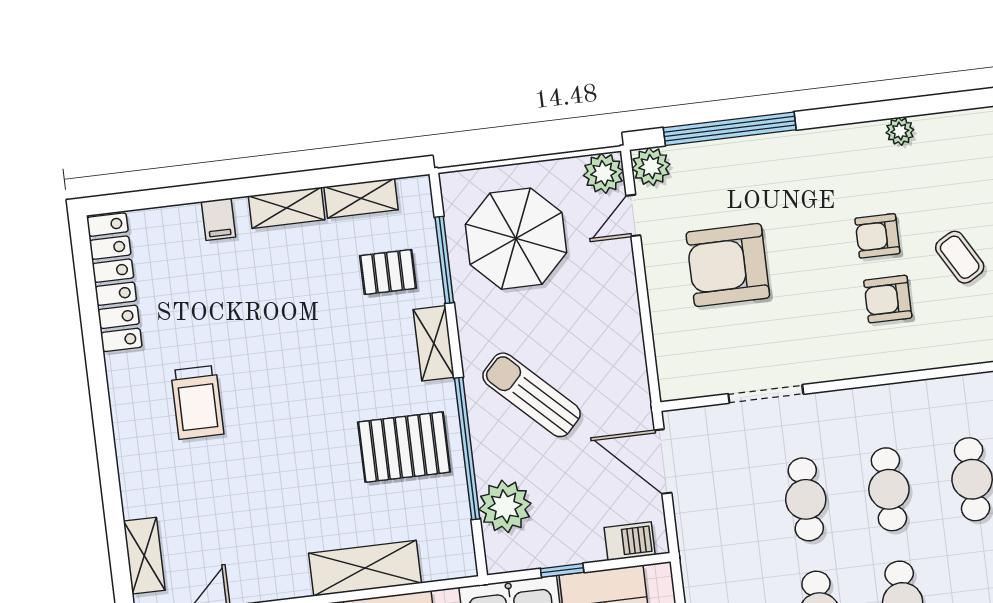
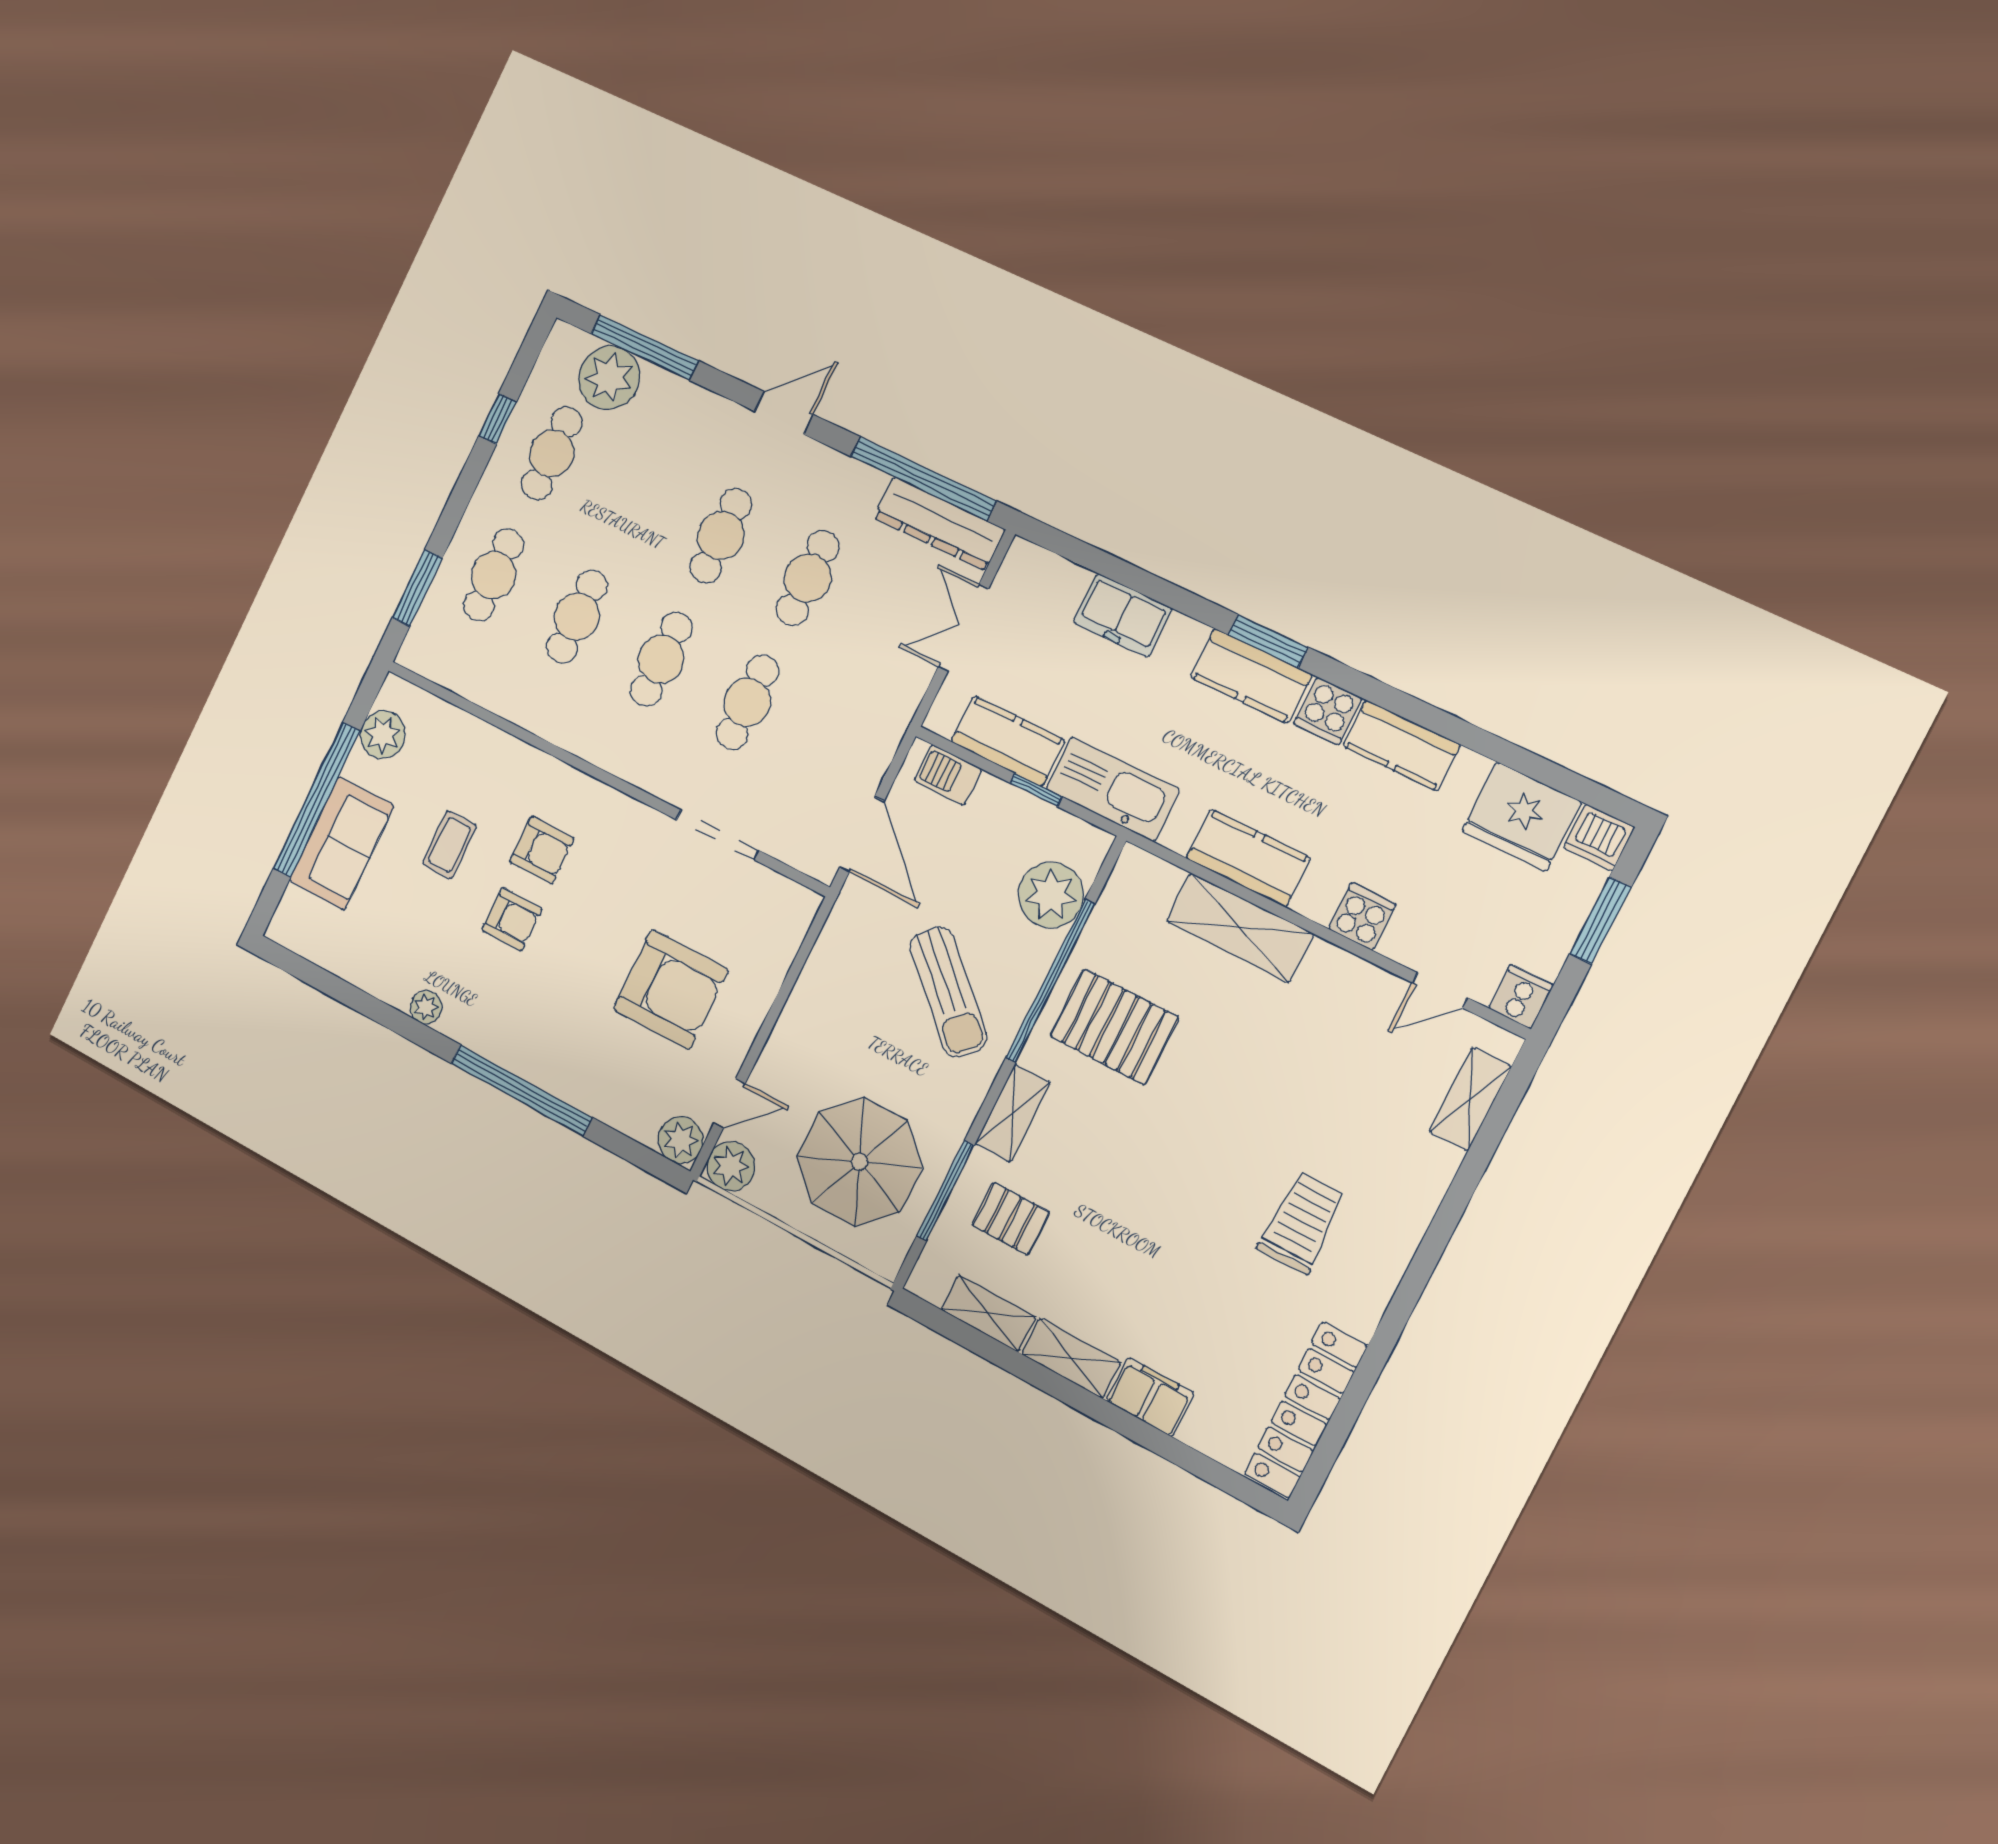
window: (730, 129) -> (521, 1090), moved
filing cabinet: (218, 219) -> (1150, 1397), width x2.00
coffee table: (960, 257) -> (449, 845), turned 30

